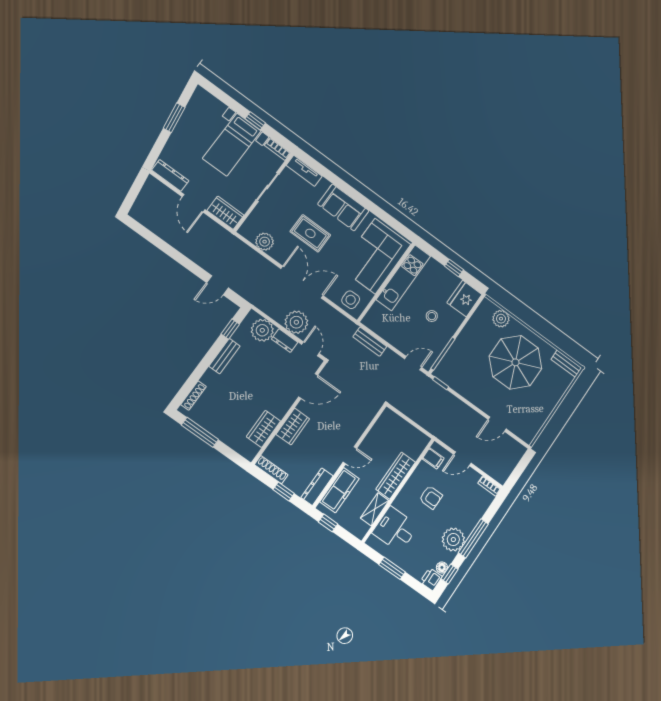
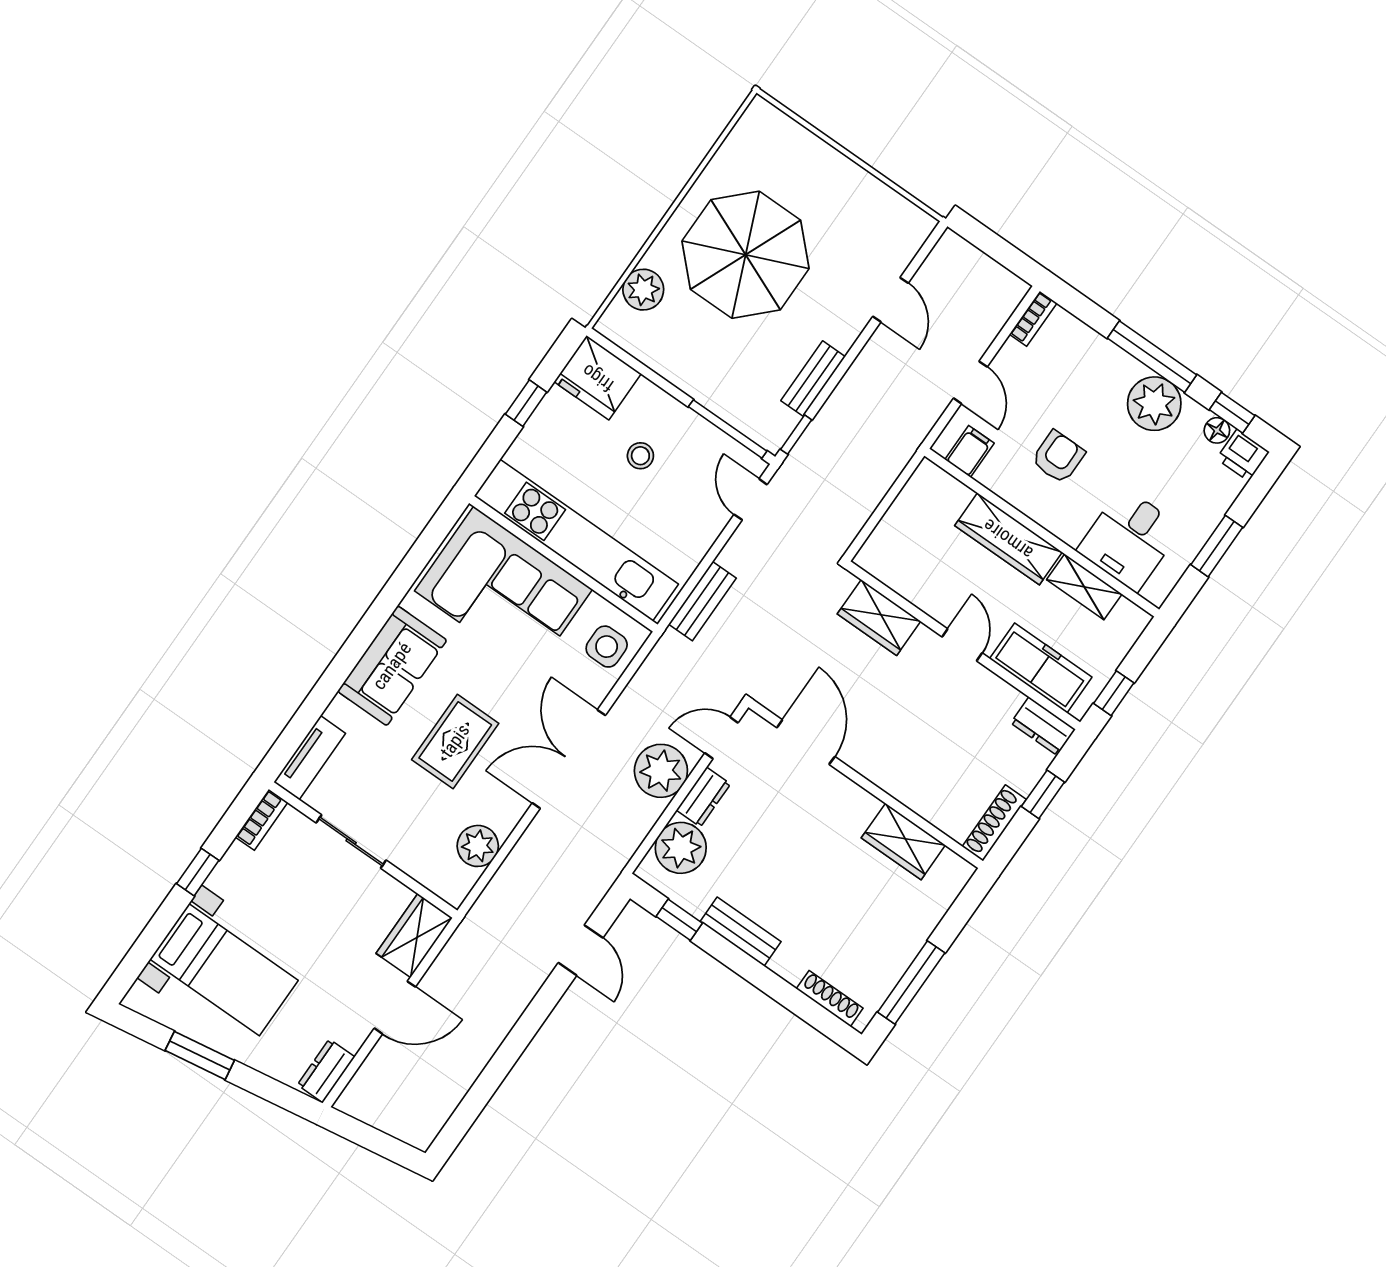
bed with nightstands: (232, 145) -> (224, 970), moved
dresser: (170, 175) -> (326, 1071), width x0.70
kitchen unit: (403, 278) -> (576, 540), width x1.36
bench: (566, 364) -> (813, 379), moved
wardrobe: (293, 427) -> (879, 618), moved, turned 180
dresser: (317, 487) -> (1043, 726), width x0.70

